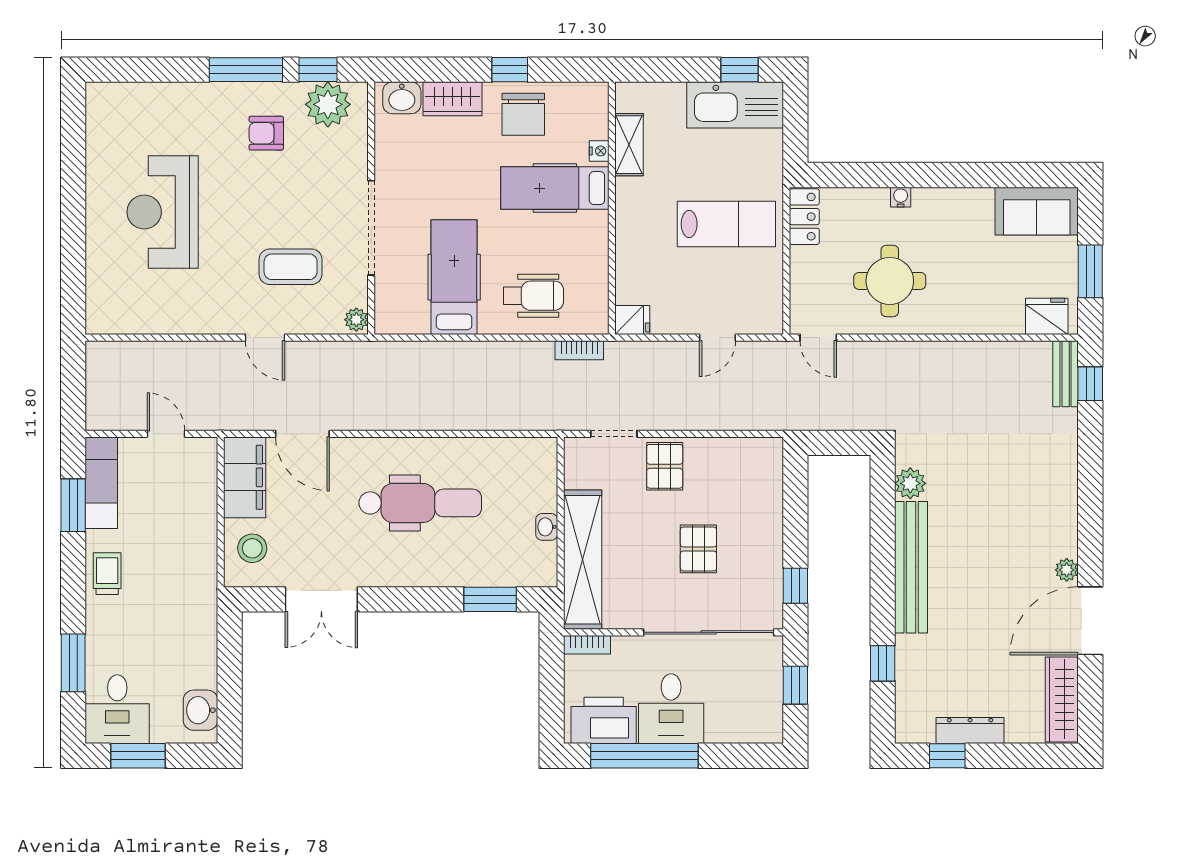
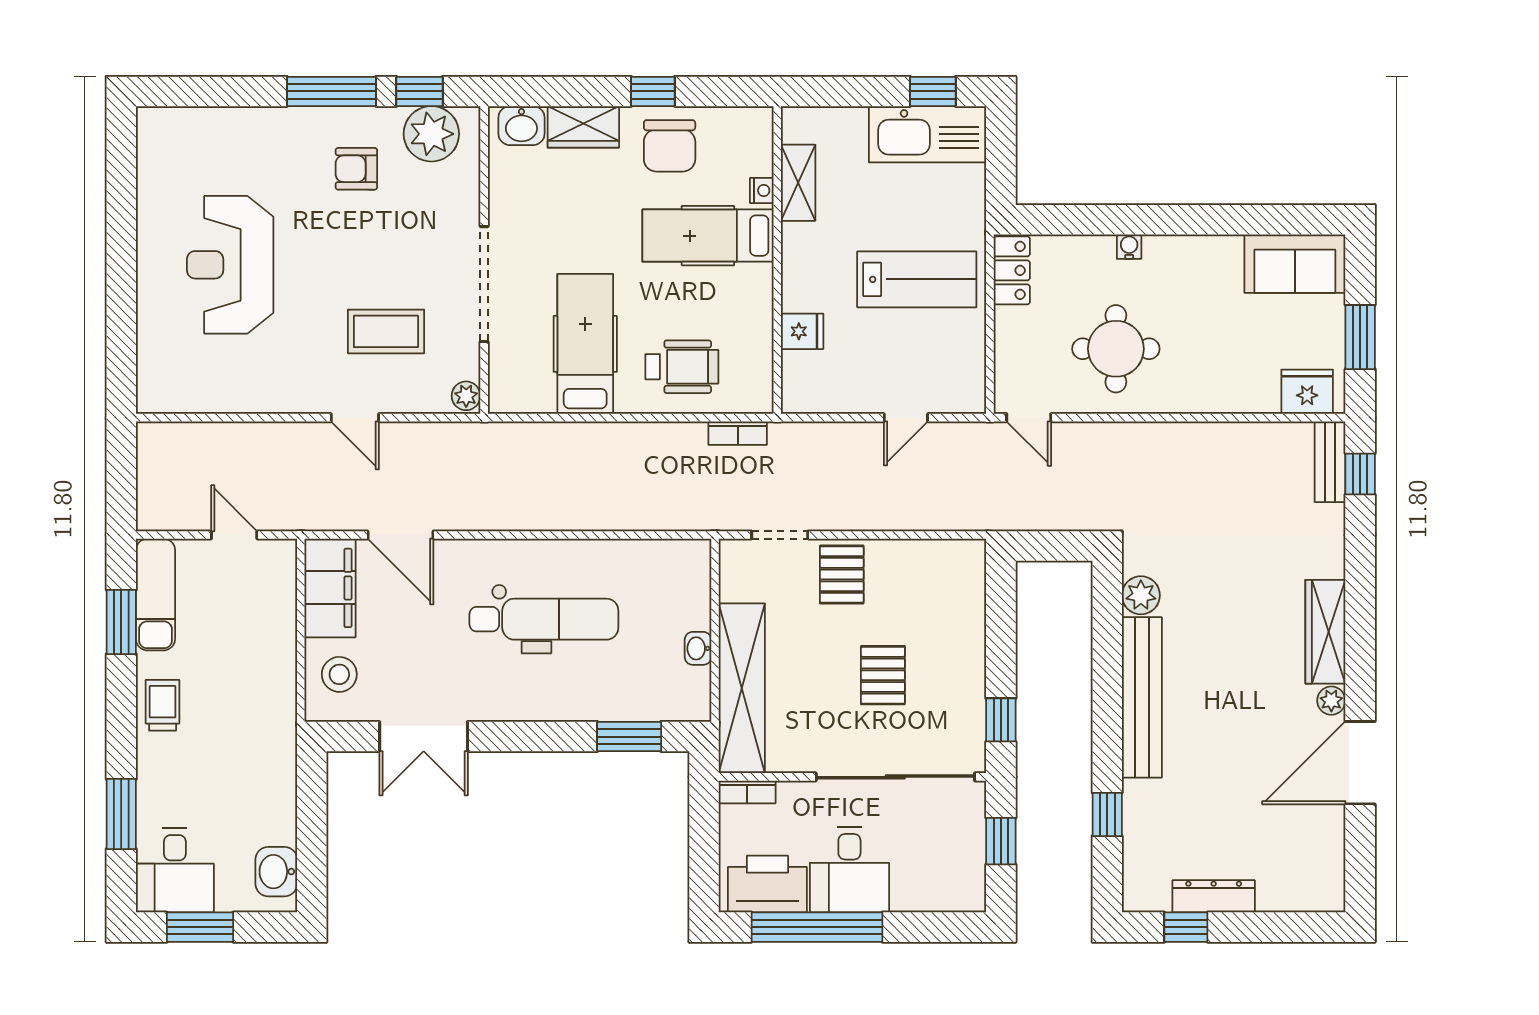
fridge: (632, 320) -> (802, 331), moved
wardrobe: (1062, 699) -> (1325, 632), moved

